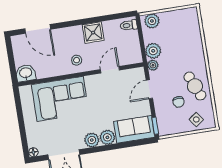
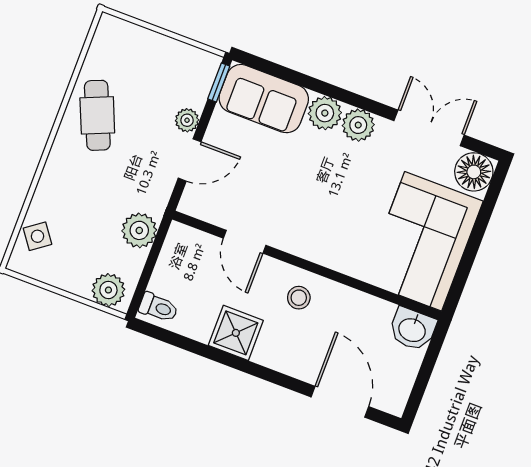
plant: (153, 65) -> (187, 120), moved
door: (110, 70) -> (245, 242), hinge flipped
corner sofa: (60, 99) -> (423, 241), moved, turned -90
chair: (179, 102) -> (147, 103), removed
side table: (196, 120) -> (37, 236), moved
floor lamp: (33, 152) -> (474, 172), width x1.89, depth x1.89

